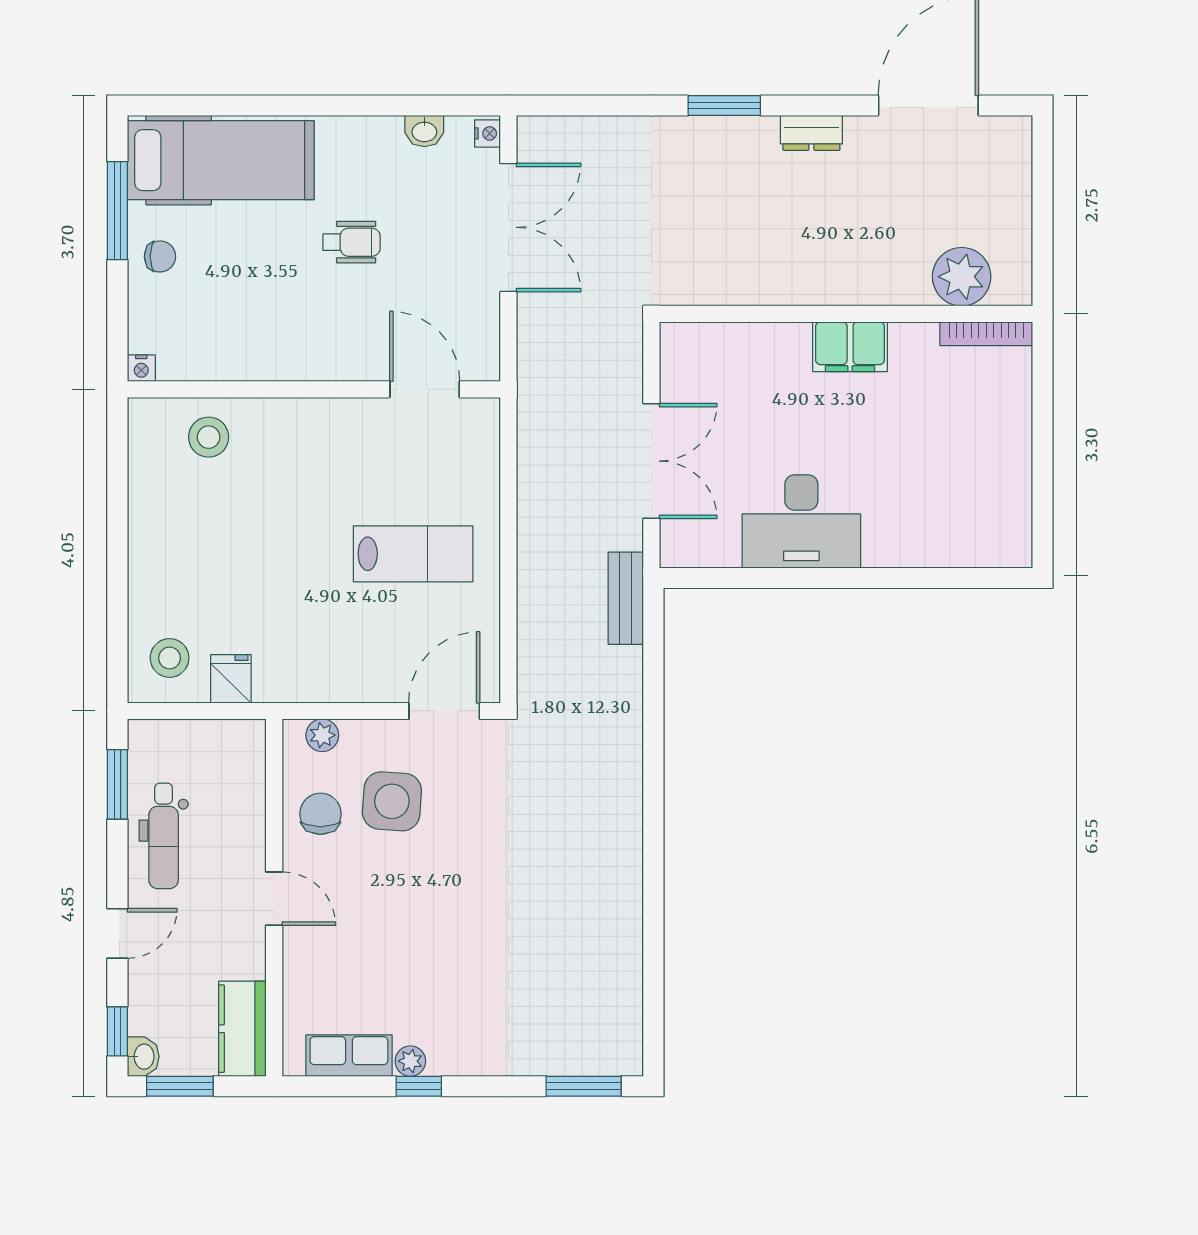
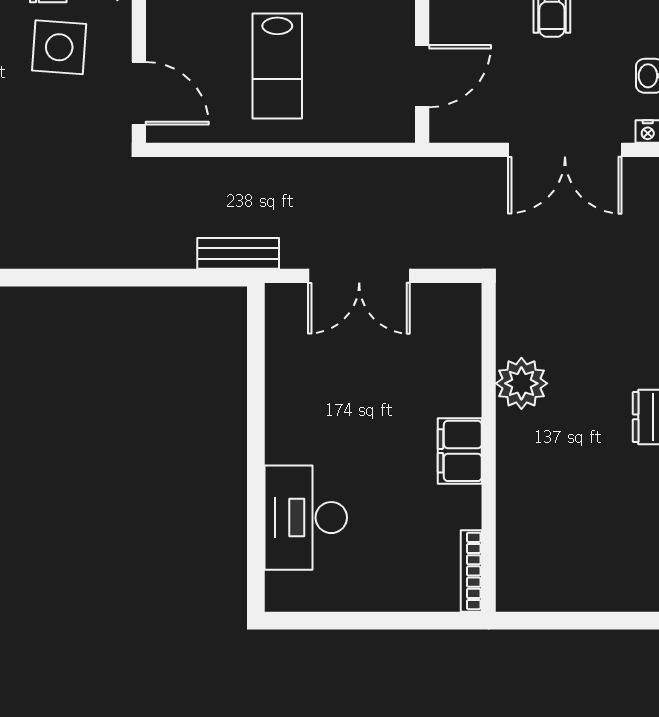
plant: (962, 277) -> (521, 383), moved
desk: (801, 521) -> (306, 518), moved

